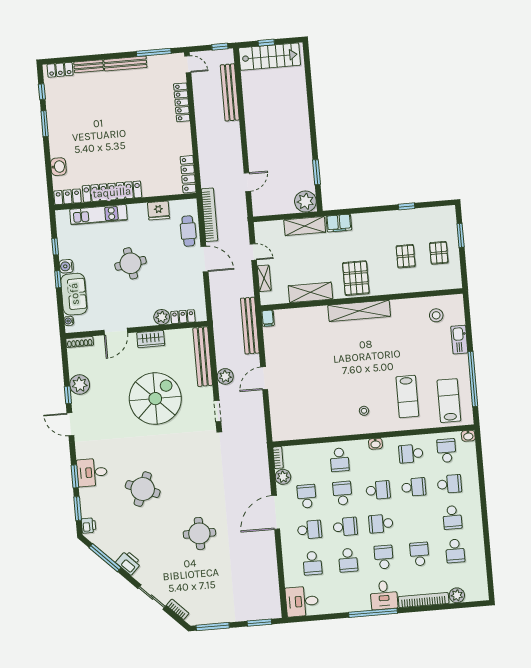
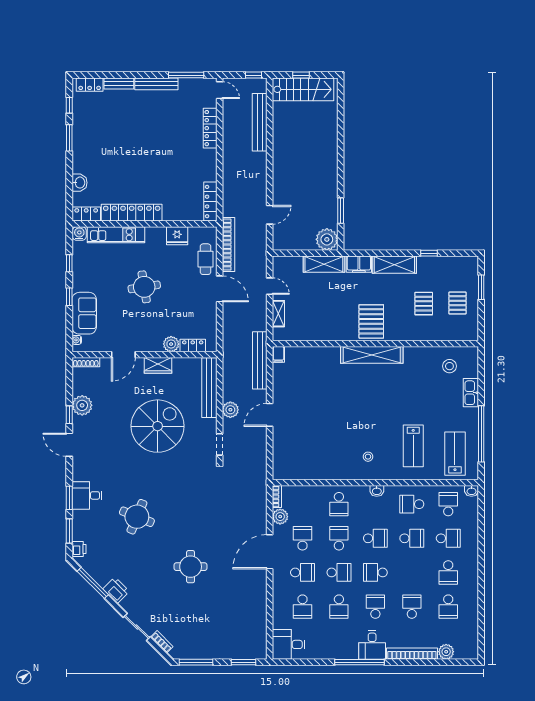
water cooler: (66, 266) -> (79, 234), moved, turned 90
shelving: (310, 292) -> (394, 265), moved

